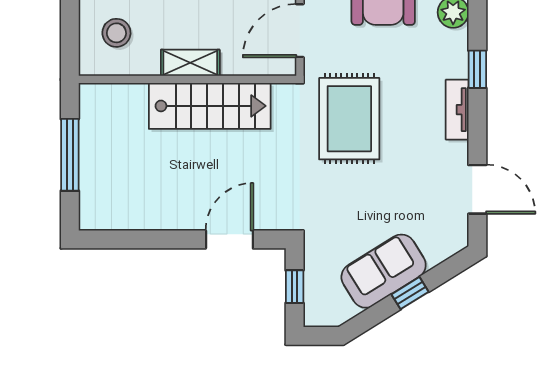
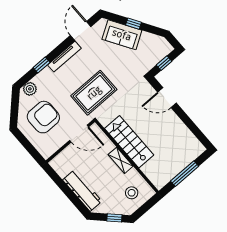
tv unit: (457, 110) -> (64, 57), width x1.41
sofa: (384, 271) -> (122, 35), moved

